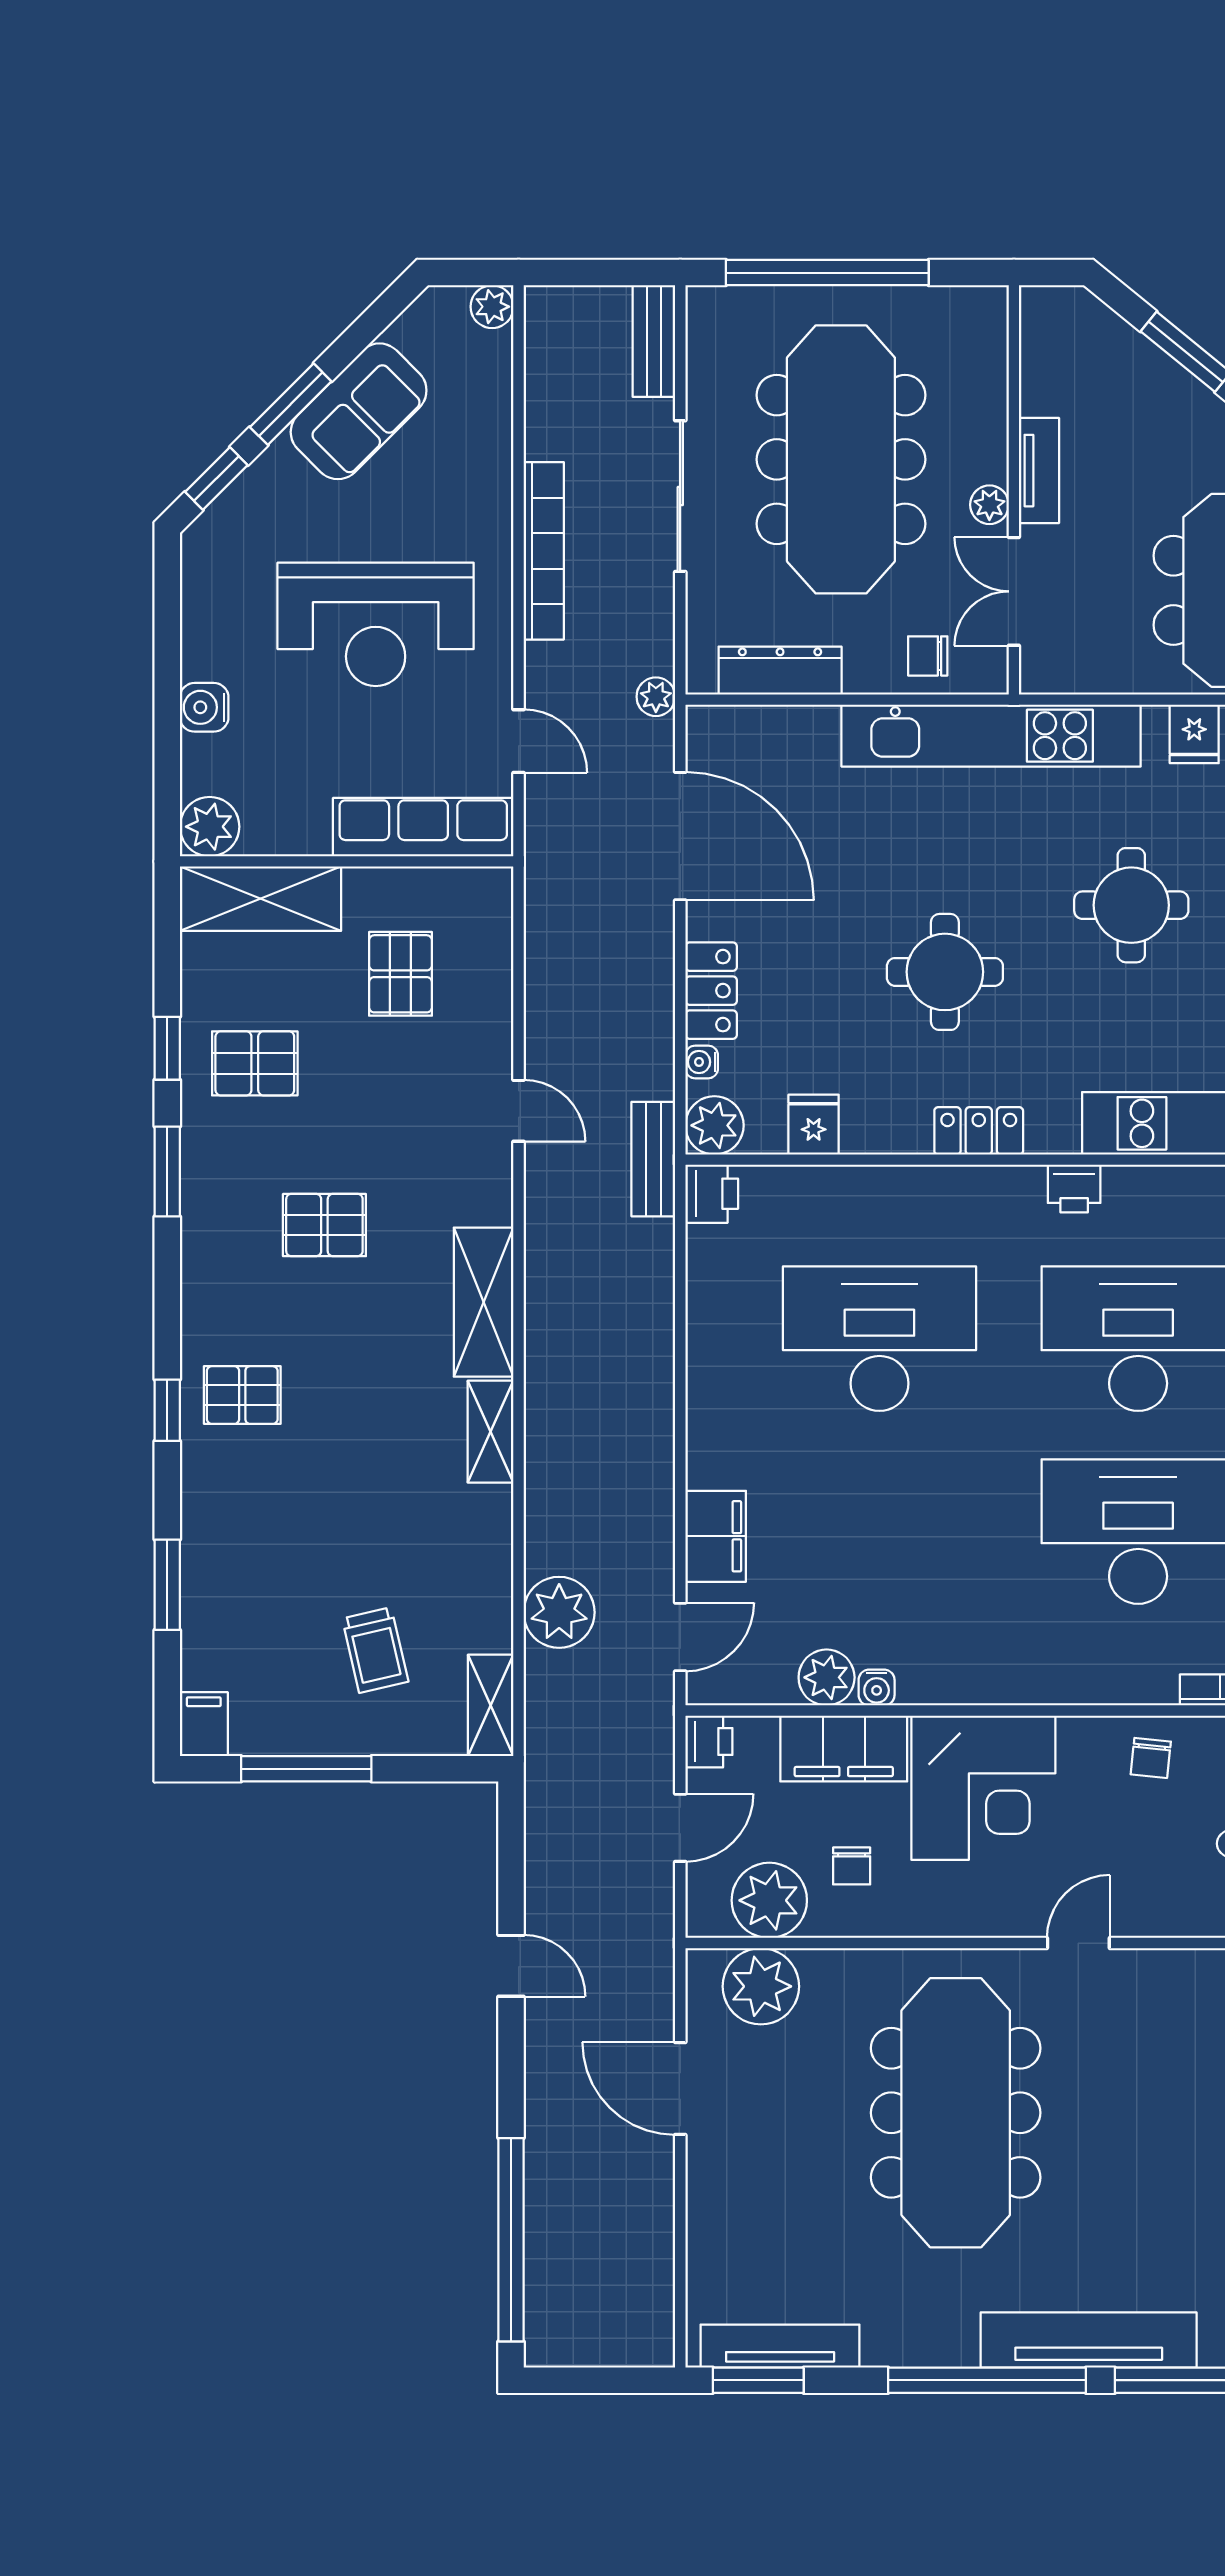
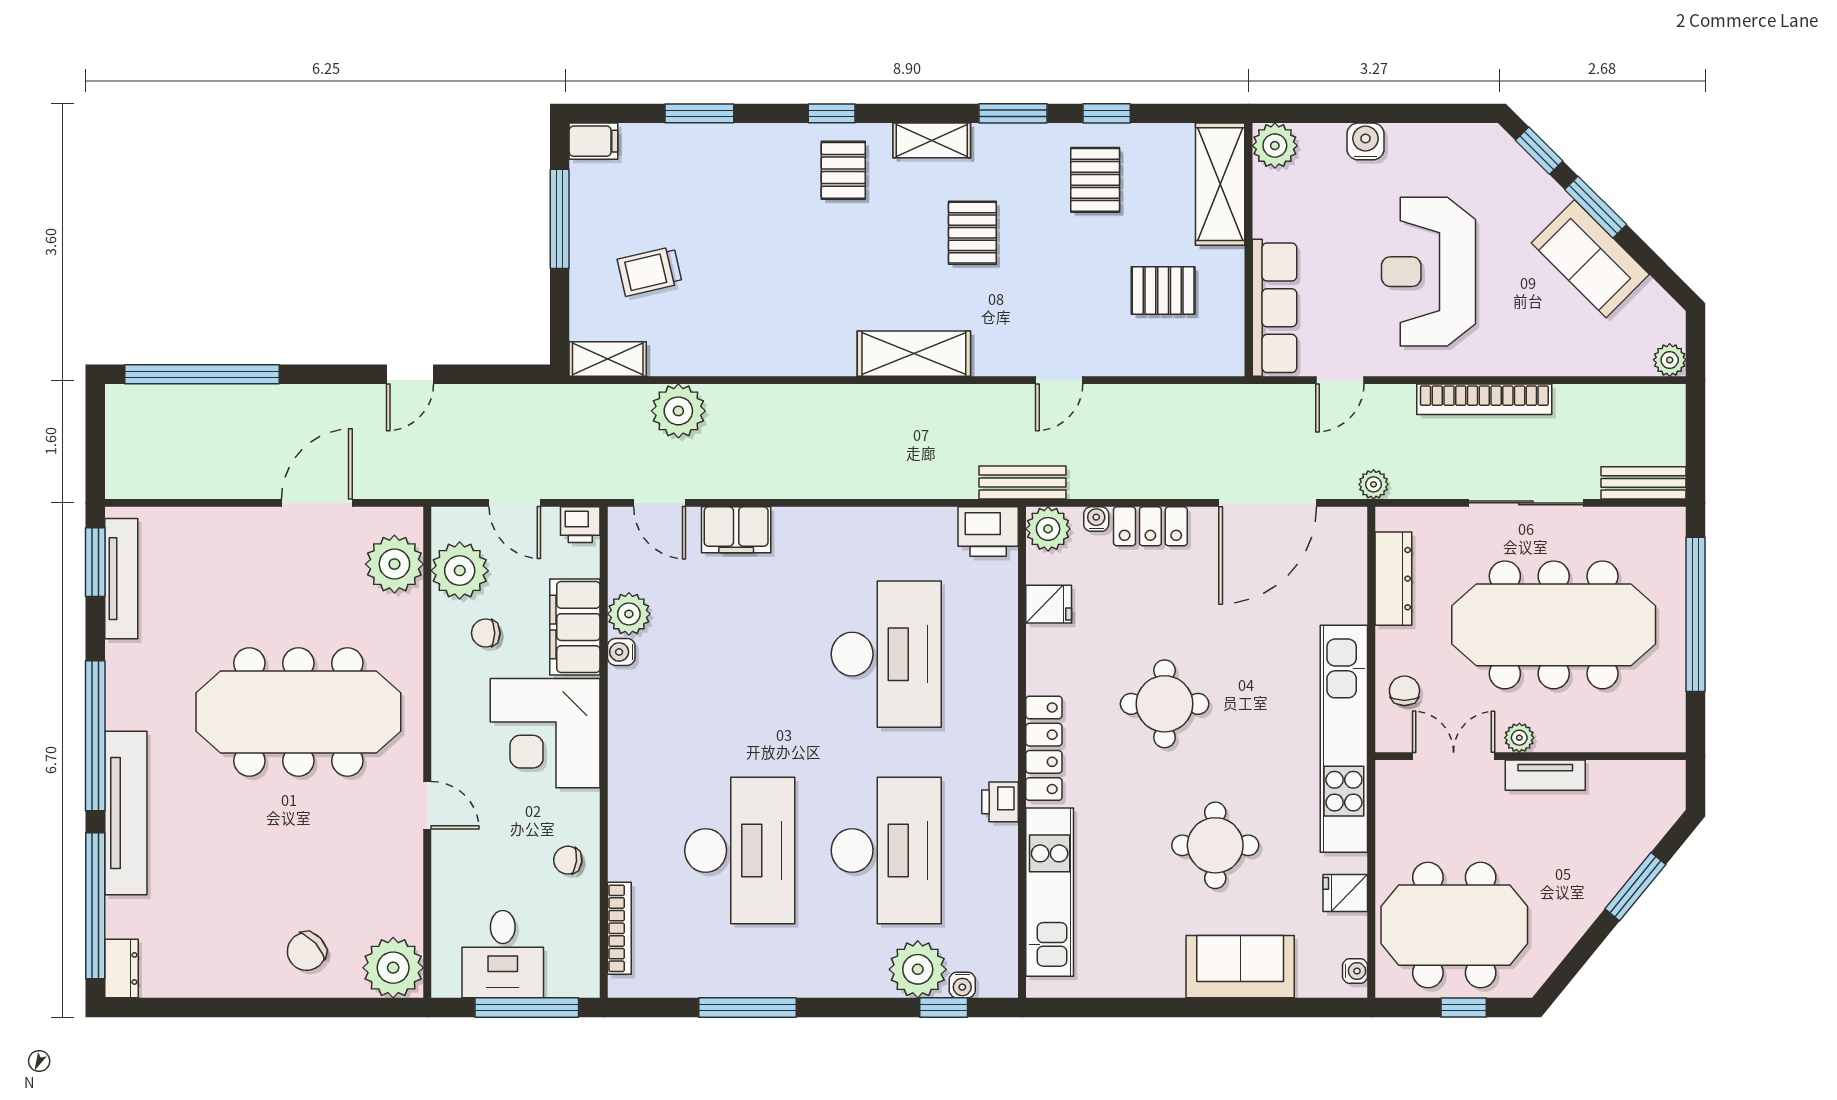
locker: (979, 1131) -> (1044, 748), width x1.53
printer: (712, 1194) -> (988, 532), width x1.36, depth x1.24
shelving: (491, 1432) -> (932, 140), moved

